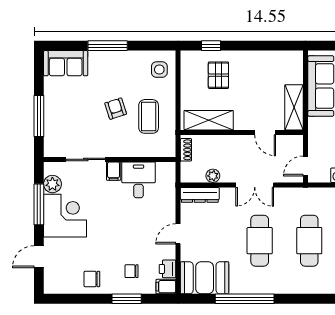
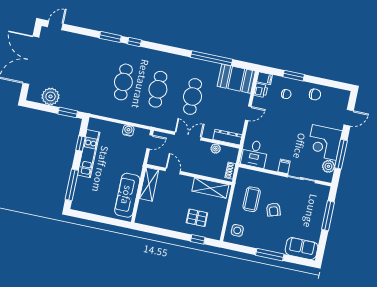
pallet: (218, 75) -> (197, 218), turned 90
desk: (139, 180) -> (255, 154), moved

